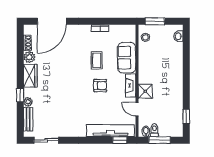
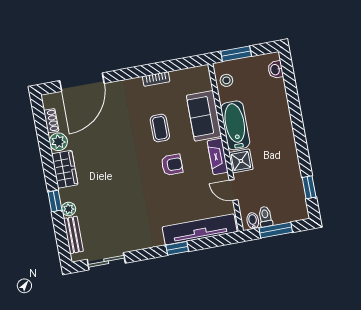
bathtub: (146, 68) -> (235, 125), added
window: (120, 140) -> (177, 248), moved

